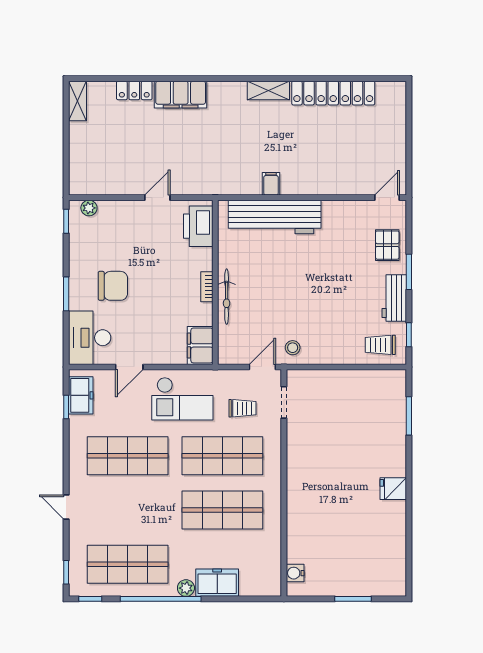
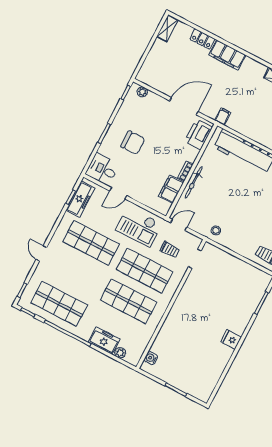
filing cabinet: (271, 184) -> (223, 116), moved
door: (157, 198) -> (184, 106), width x1.88
desk: (90, 338) -> (102, 169), width x0.73
filing cabinet: (200, 345) -> (171, 189), moved
door: (262, 367) -> (179, 225), moved
freezer: (81, 395) -> (80, 199), width x1.40
plant: (186, 588) -> (120, 353), moved

